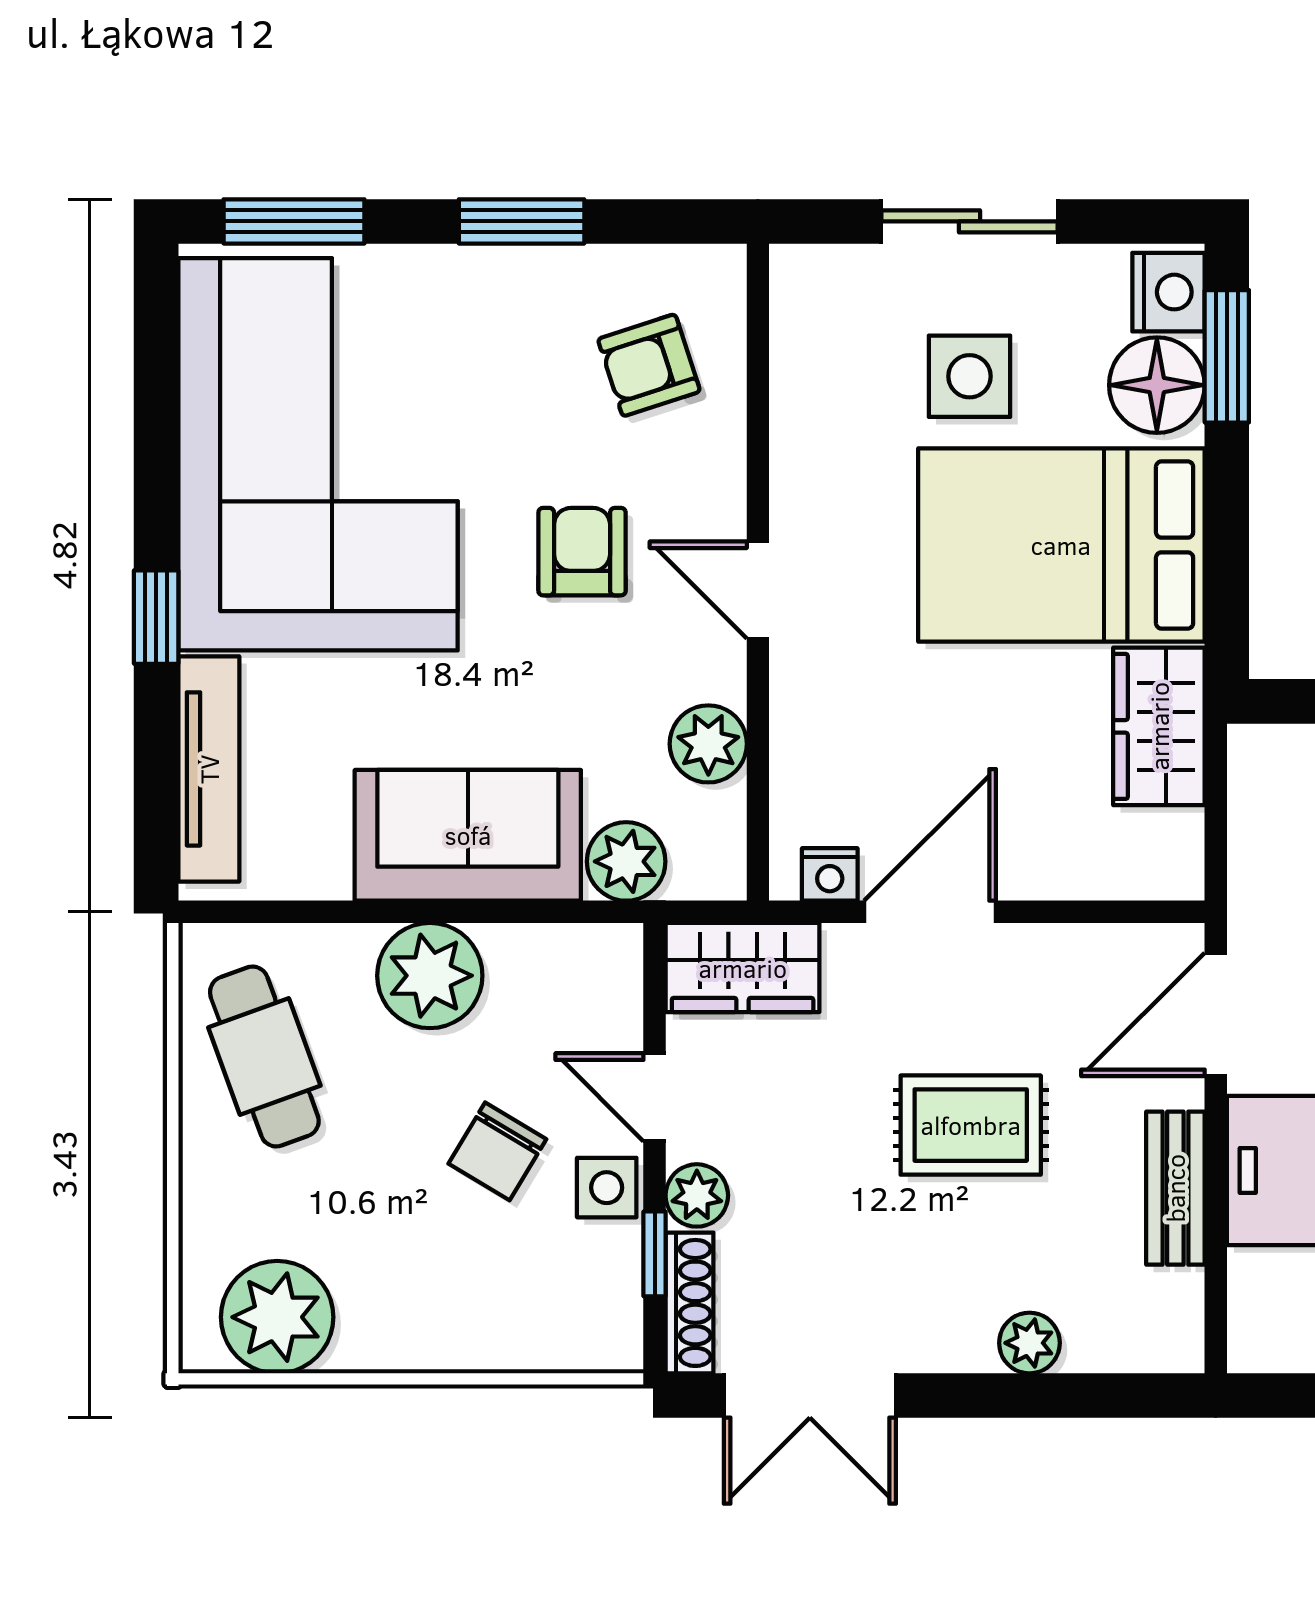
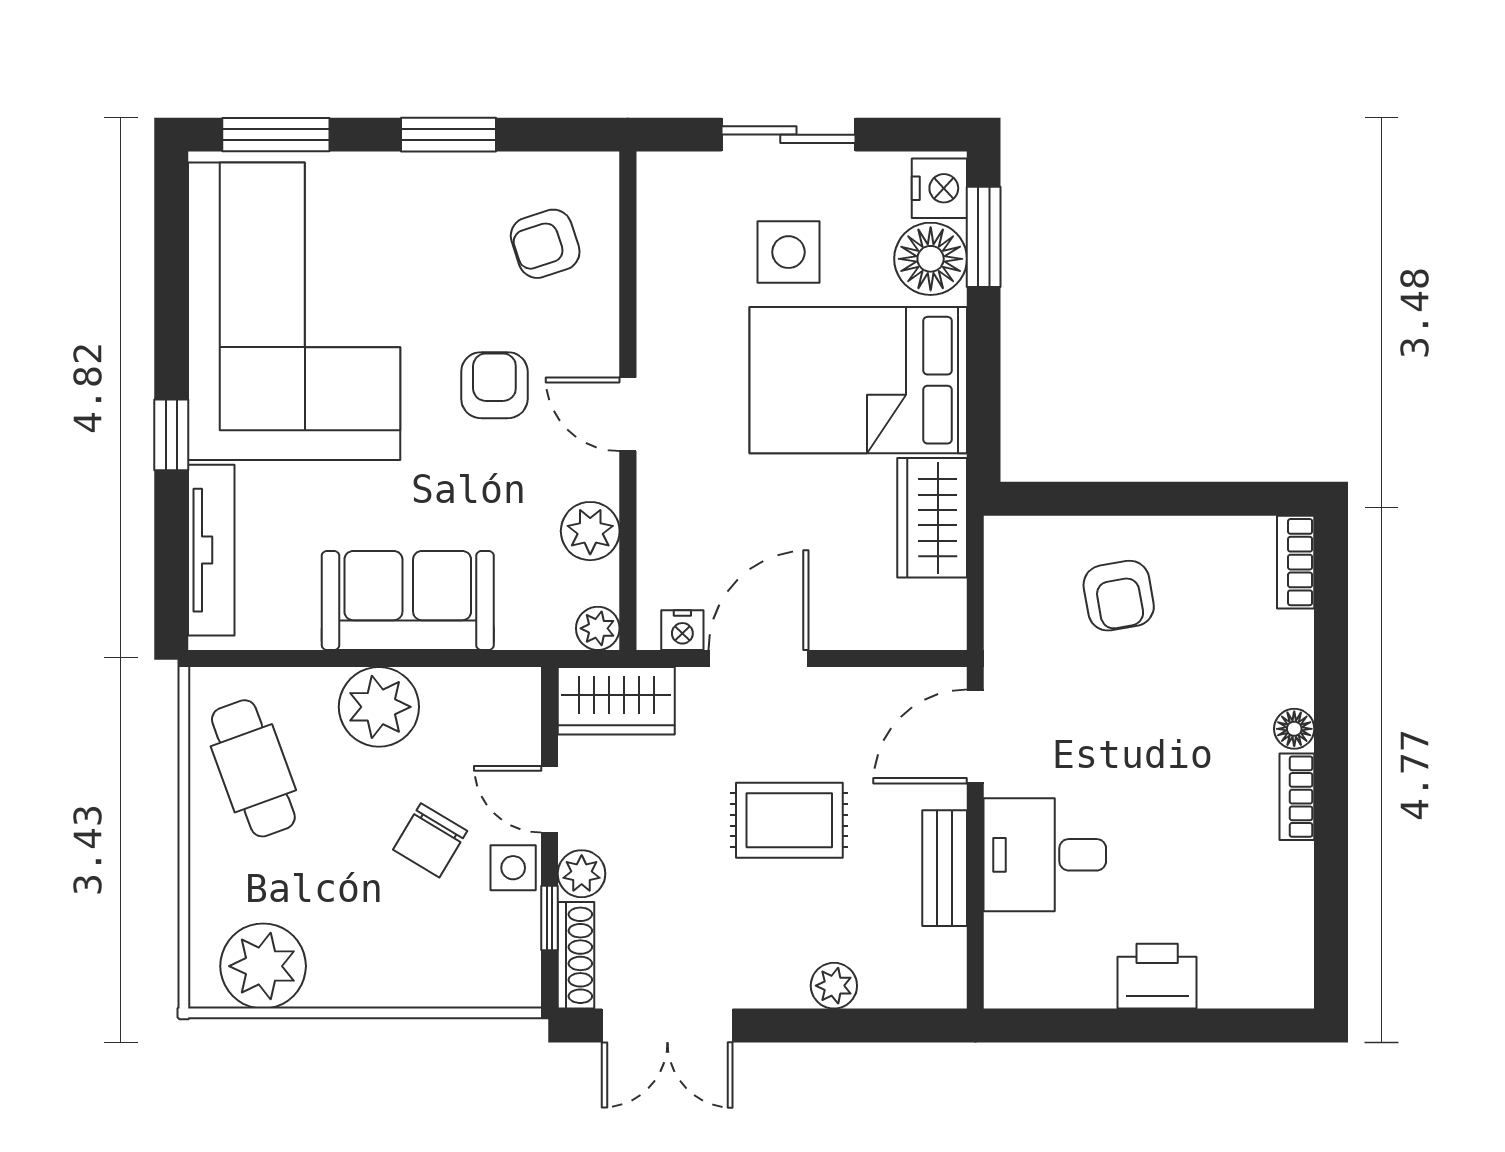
plant: (626, 861) -> (598, 628), moved, width x0.73, depth x0.73

